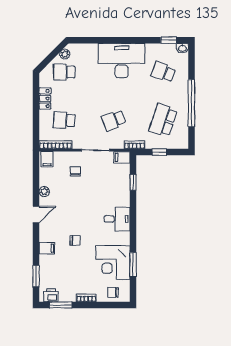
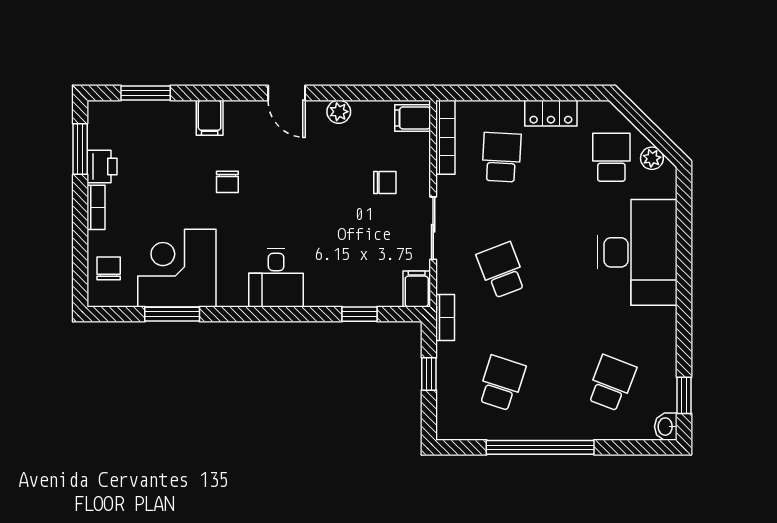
desk: (122, 61) -> (637, 252), moved
school desk: (163, 120) -> (502, 383), width x0.54
printer: (51, 295) -> (102, 166), moved

